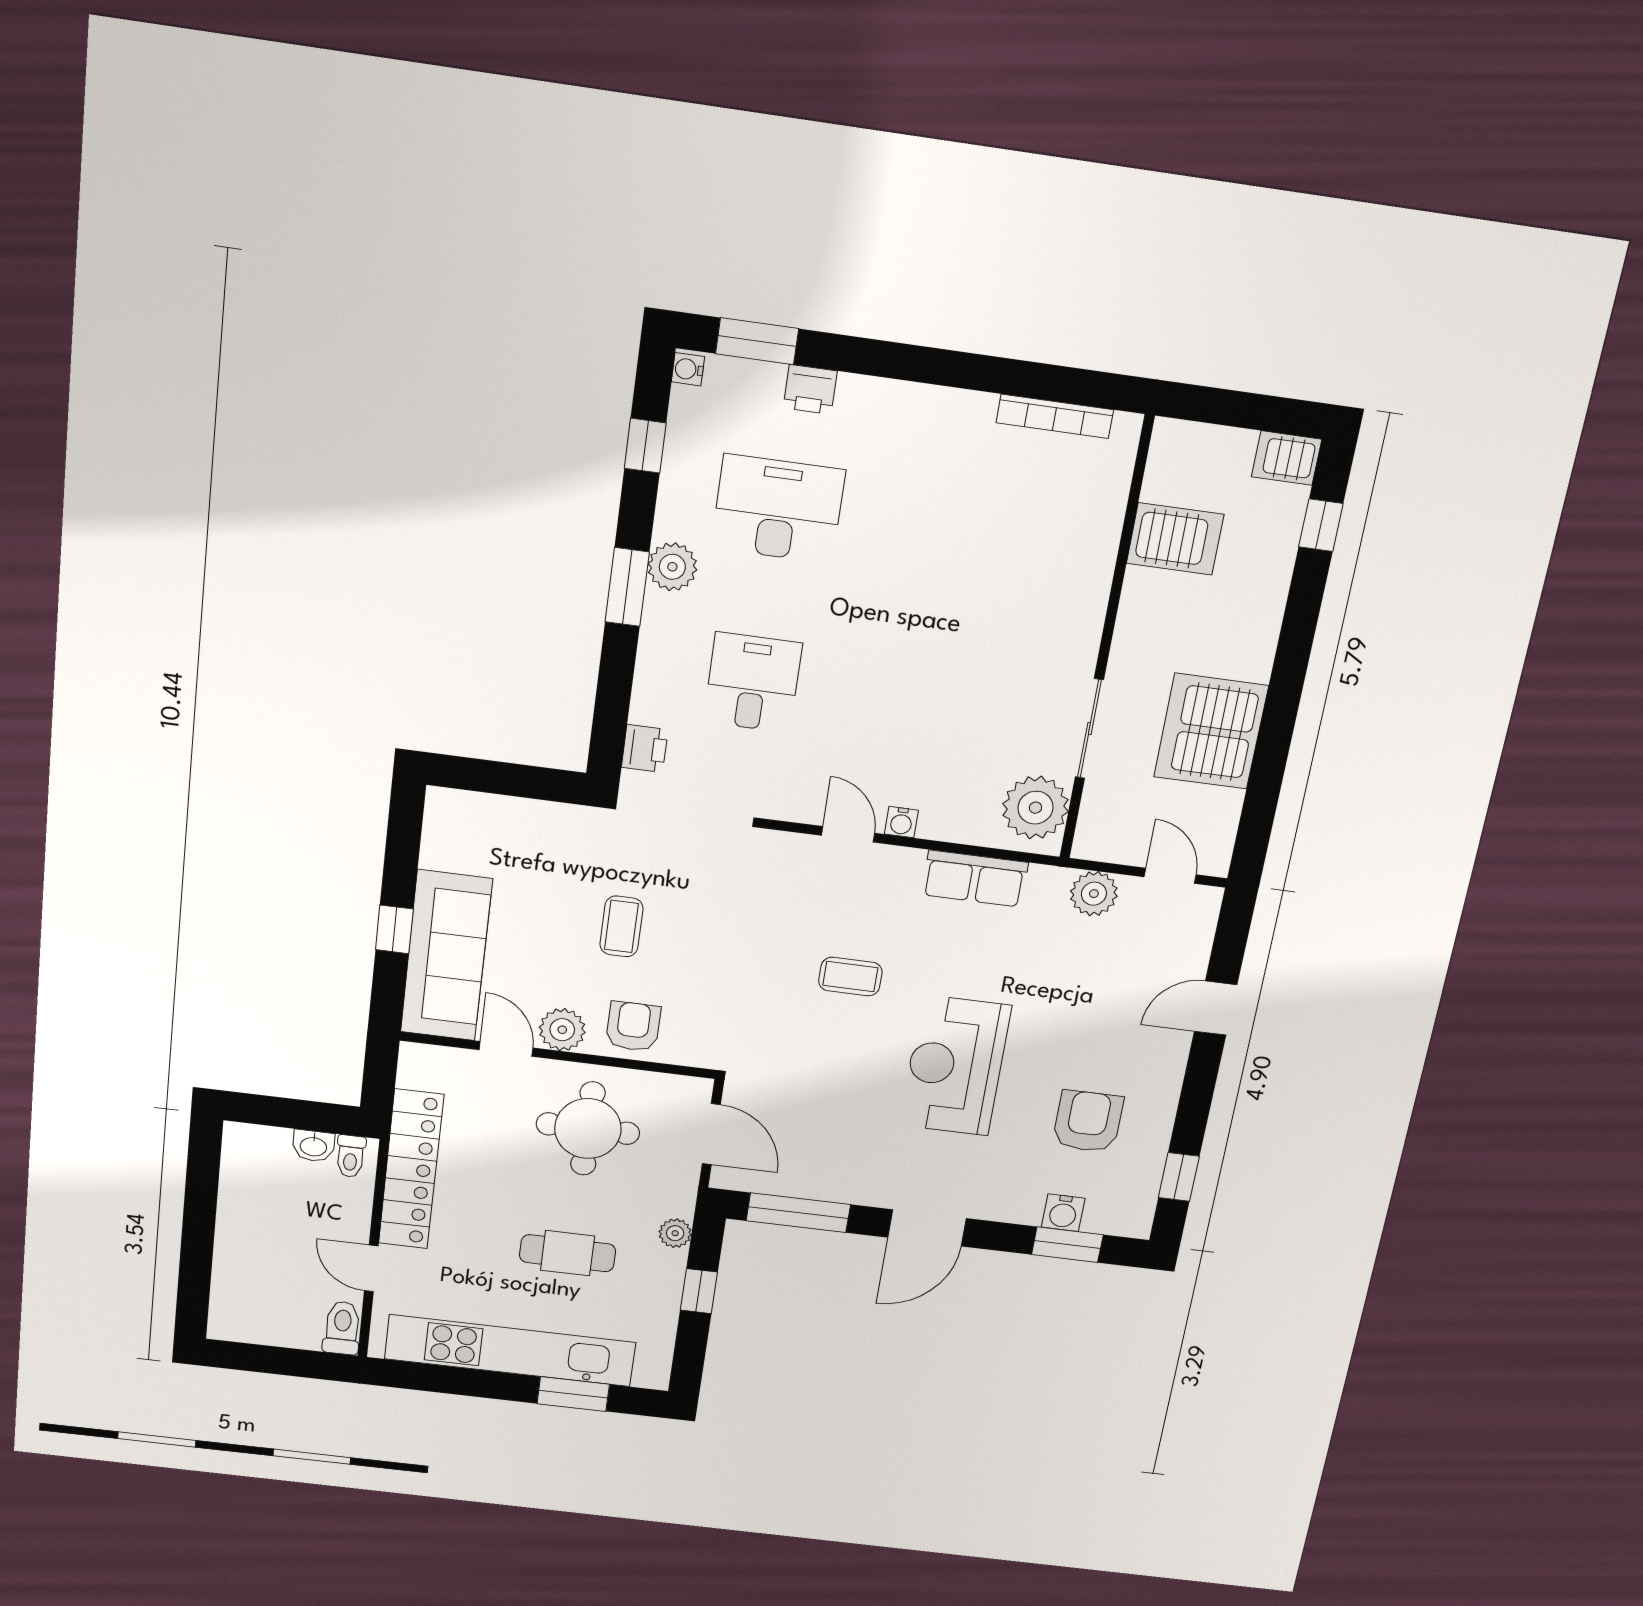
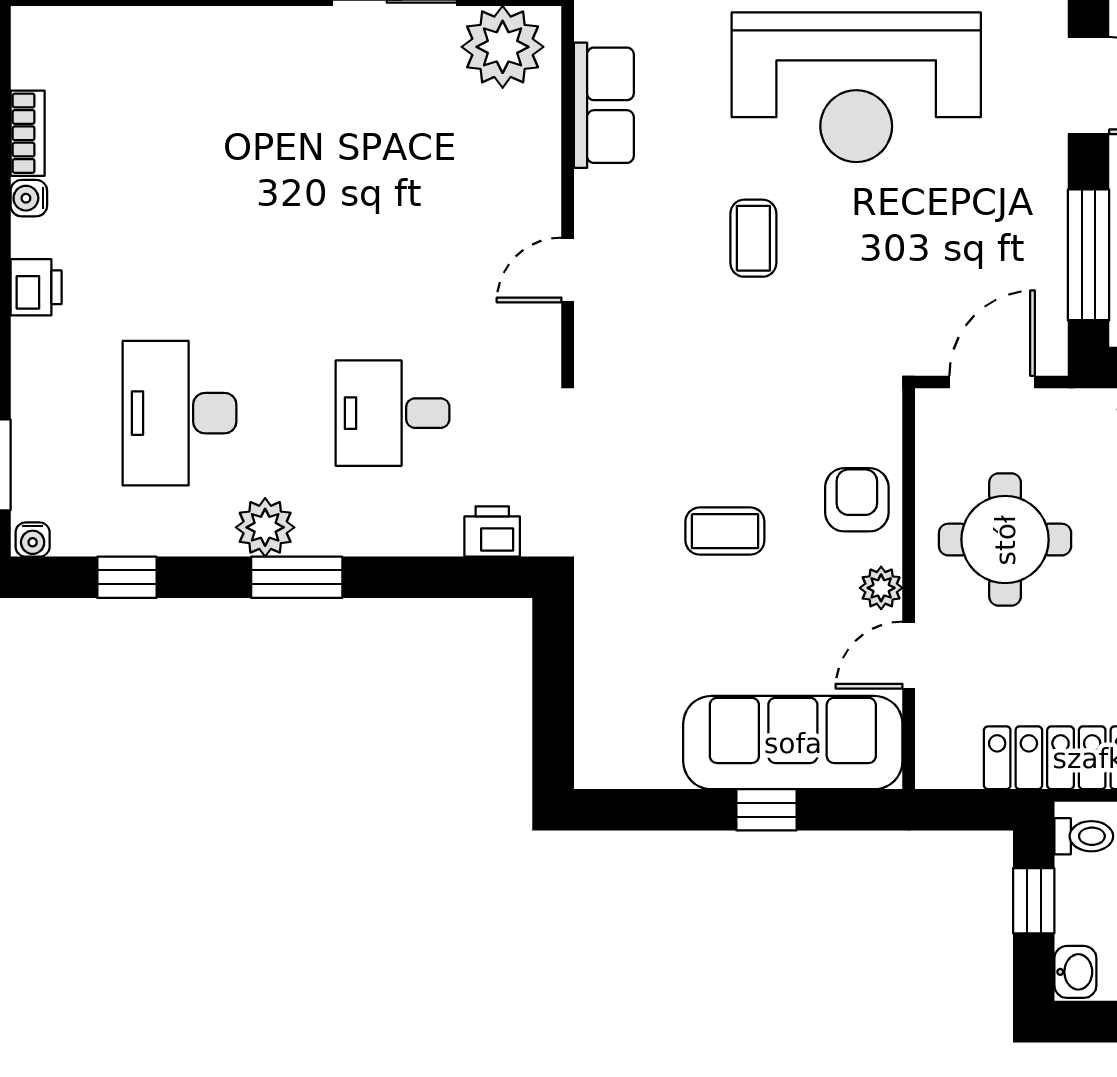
printer: (810, 389) -> (36, 287), moved
bookcase: (1055, 416) -> (28, 133), width x0.64
water cooler: (901, 822) -> (29, 198), moved, turned 180
armchair: (633, 1026) -> (857, 500), turned 90
plant: (562, 1030) -> (881, 588), width x0.73, depth x0.73
reception desk: (955, 1066) -> (856, 87), width x1.36, depth x1.30
window: (303, 1115) -> (1034, 901), added
washbasin: (313, 1146) -> (1075, 972), moved

